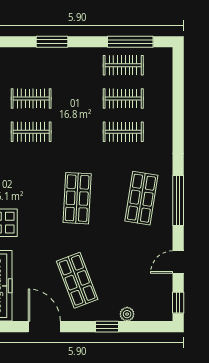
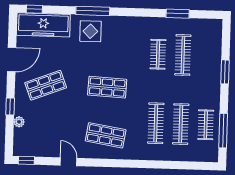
clothes rail: (31, 99) -> (183, 55), width x1.36
clothes rail: (123, 99) -> (181, 124), width x1.36
clothes rail: (123, 132) -> (156, 123), width x1.36
window: (178, 201) -> (103, 163), removed
door: (178, 262) -> (69, 162), moved

